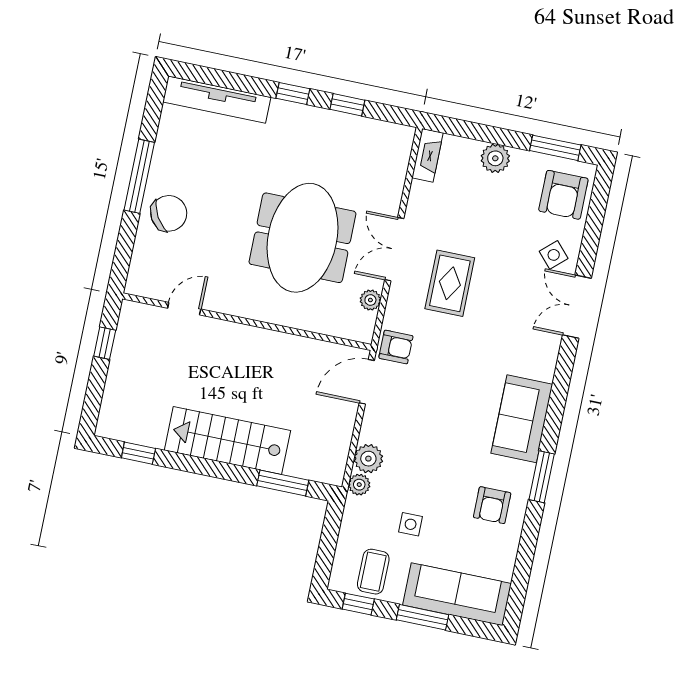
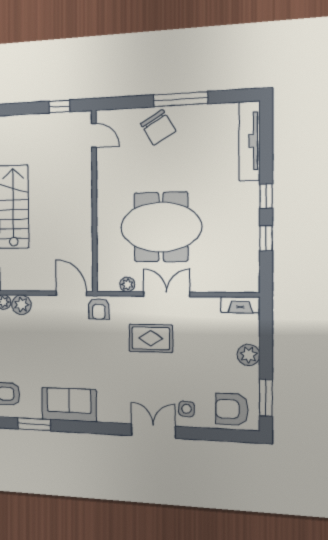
side table: (554, 255) -> (186, 409), turned 45
door: (184, 309) -> (94, 135), moved

